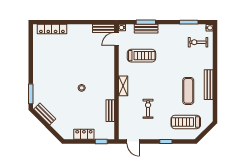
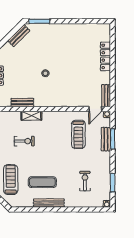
locker: (52, 29) -> (105, 56), moved
door: (117, 39) -> (95, 109), swing flipped
exercise bike: (198, 42) -> (85, 181), moved
shelving: (123, 86) -> (31, 116), moved

